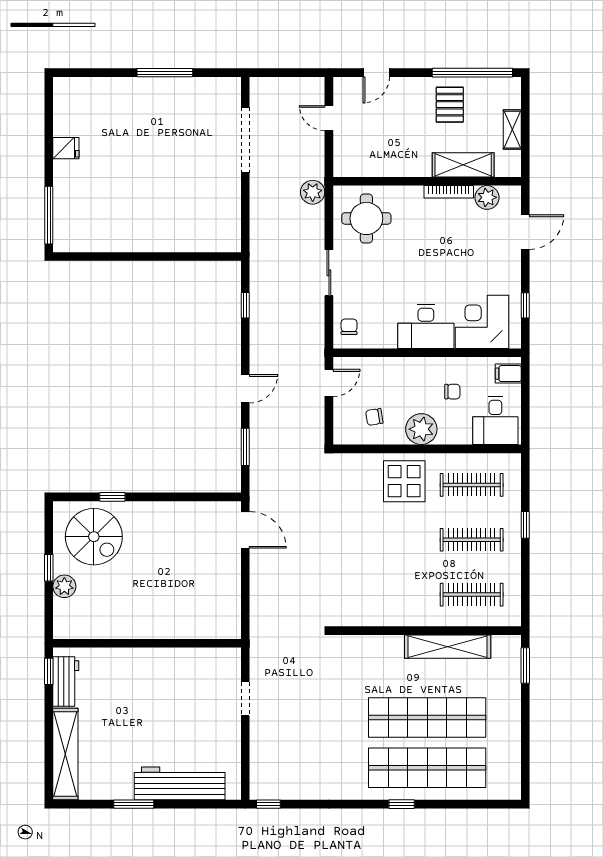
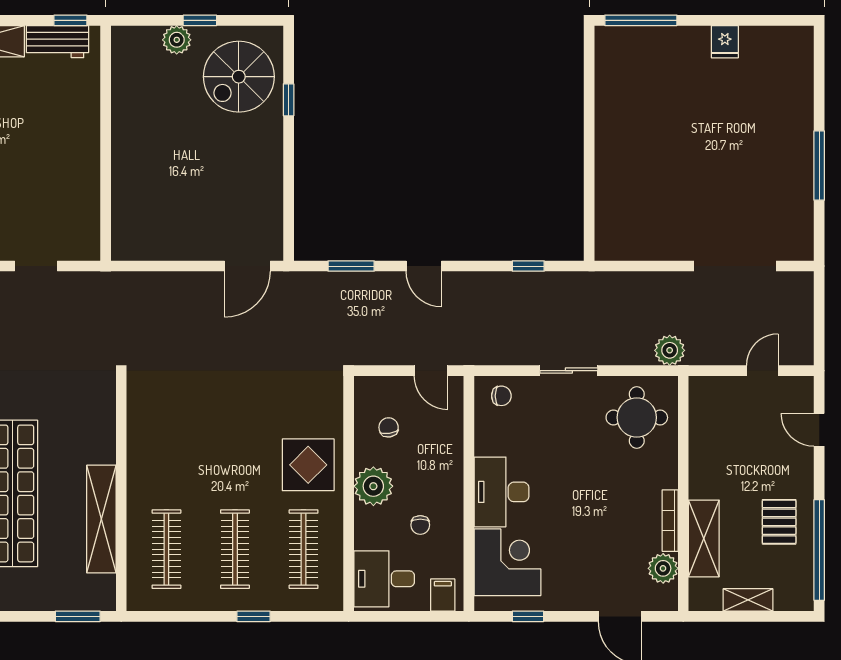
pallet: (450, 105) -> (779, 522), turned 90

